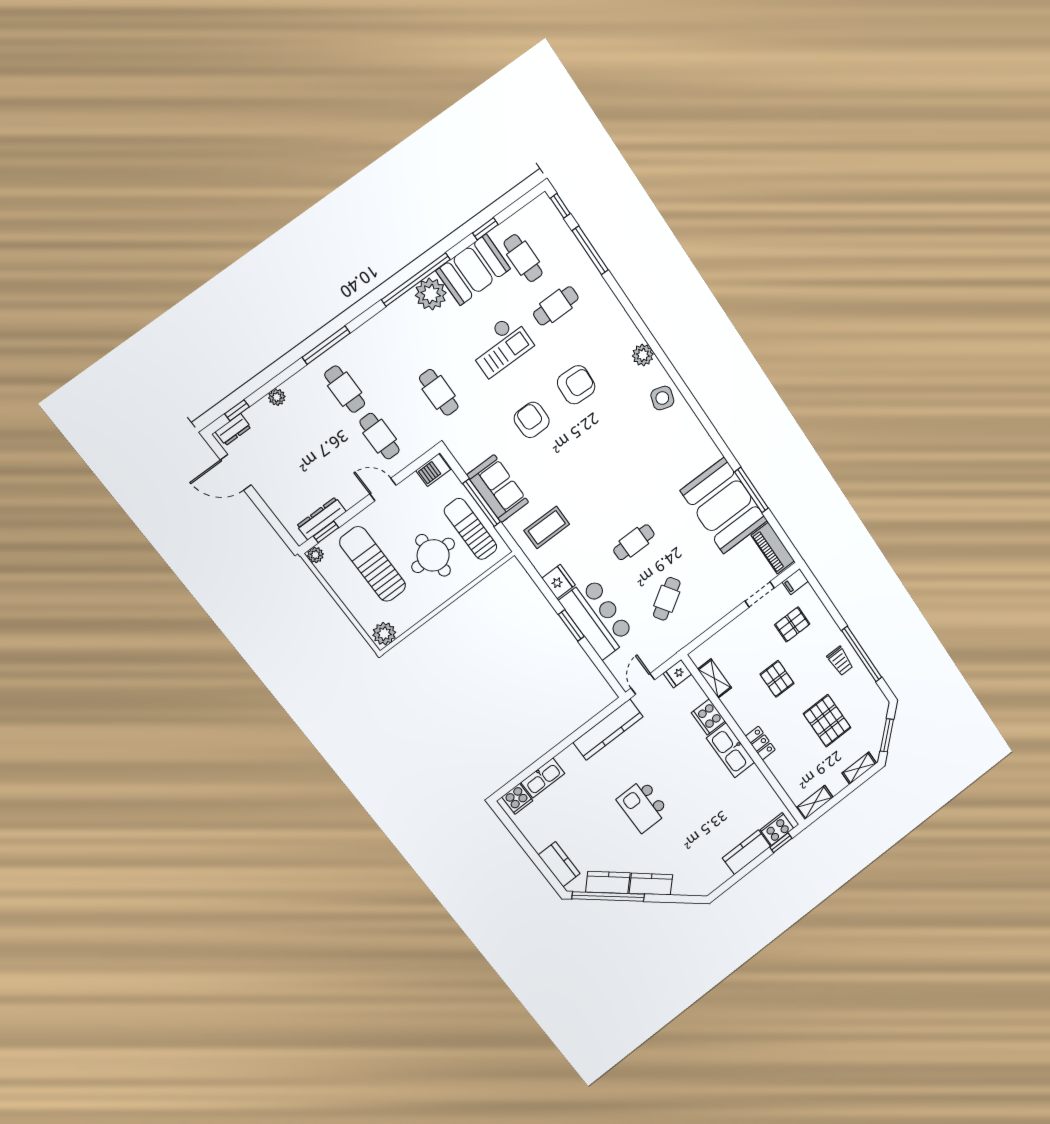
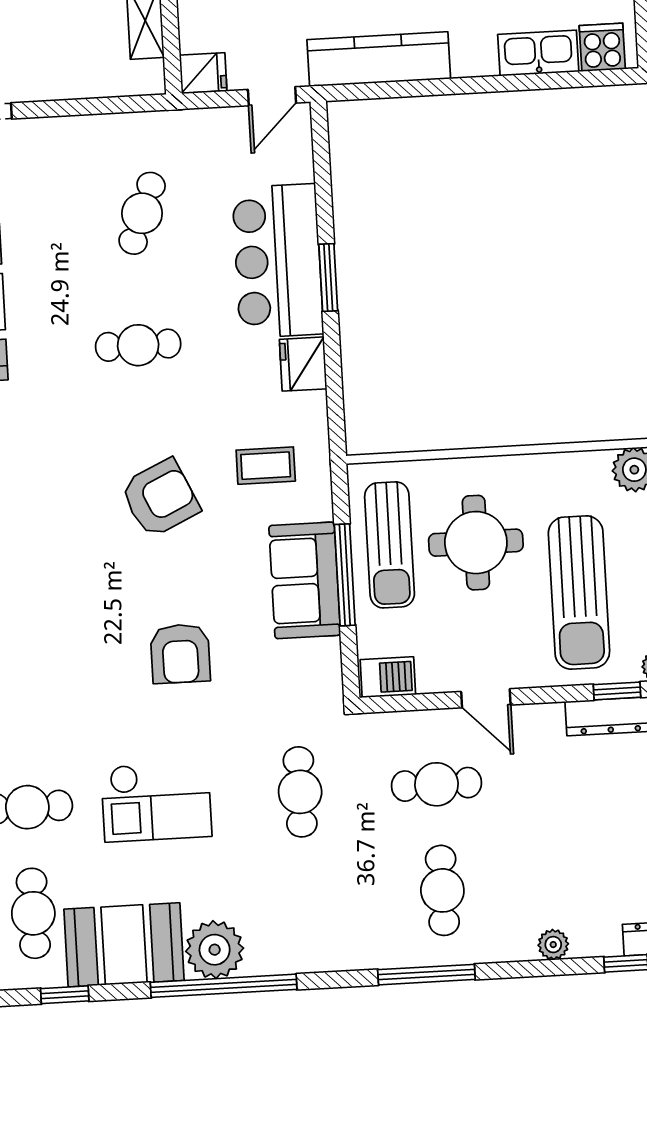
checkout: (500, 346) -> (156, 802), turned 180
armchair: (576, 385) -> (160, 498), moved, turned 152
cafe table: (380, 436) -> (436, 784), turned 90
coffee table: (547, 527) -> (266, 466), width x0.73, depth x0.77
cafe table: (667, 599) -> (142, 213), turned -36

